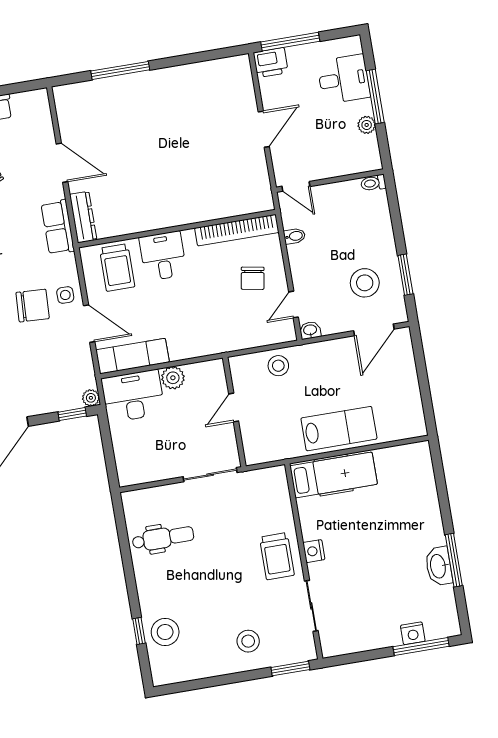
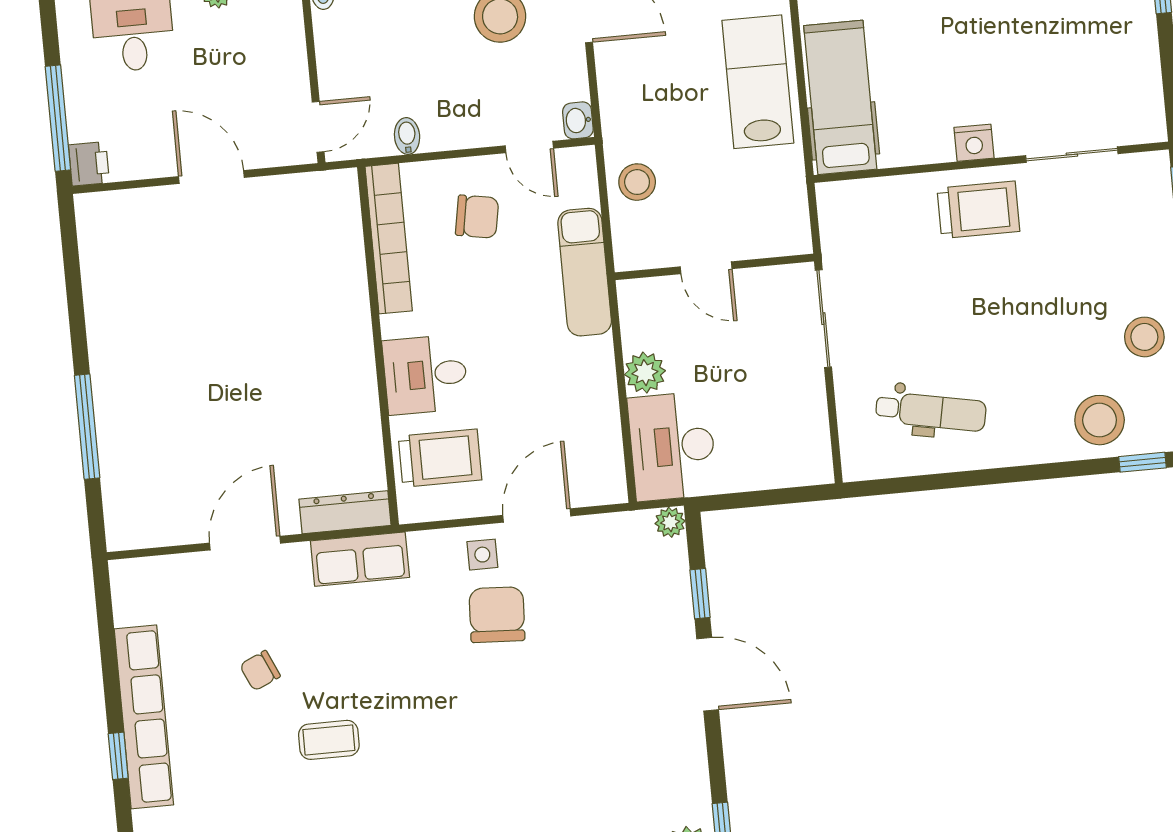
printer: (271, 63) -> (89, 164), width x0.73, depth x0.81
exam couch: (133, 356) -> (585, 272), moved
window: (72, 414) -> (700, 594), moved
dental chair: (163, 538) -> (931, 411), turned 101
window: (139, 631) -> (1143, 462), moved
stool: (248, 641) -> (1144, 337), moved

